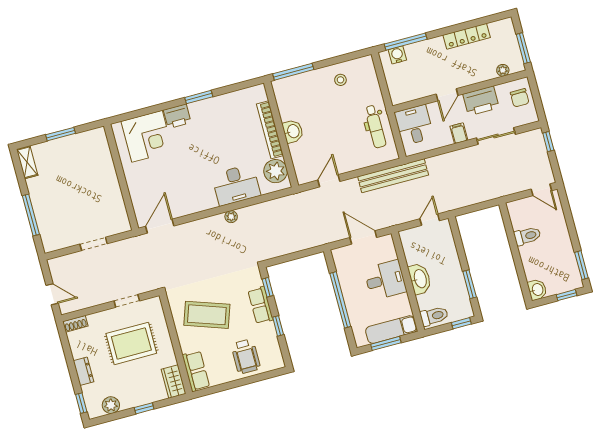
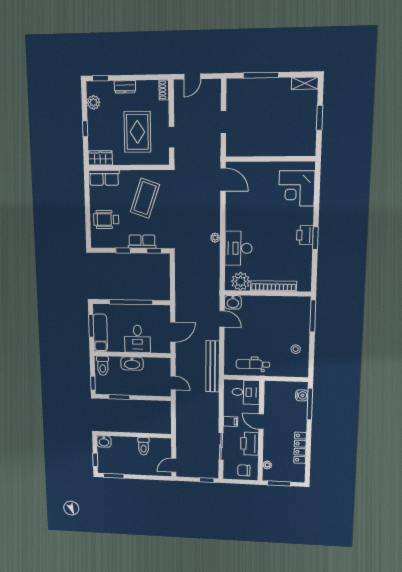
printer: (177, 116) -> (305, 235), moved
washbasin: (293, 131) -> (233, 302), moved

